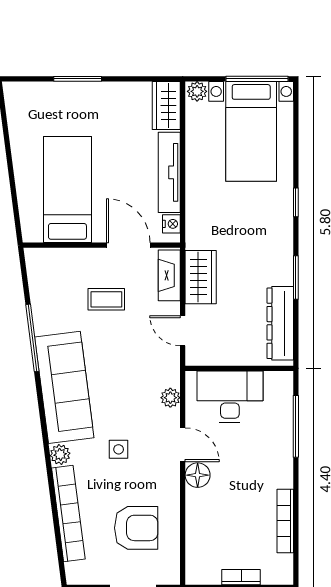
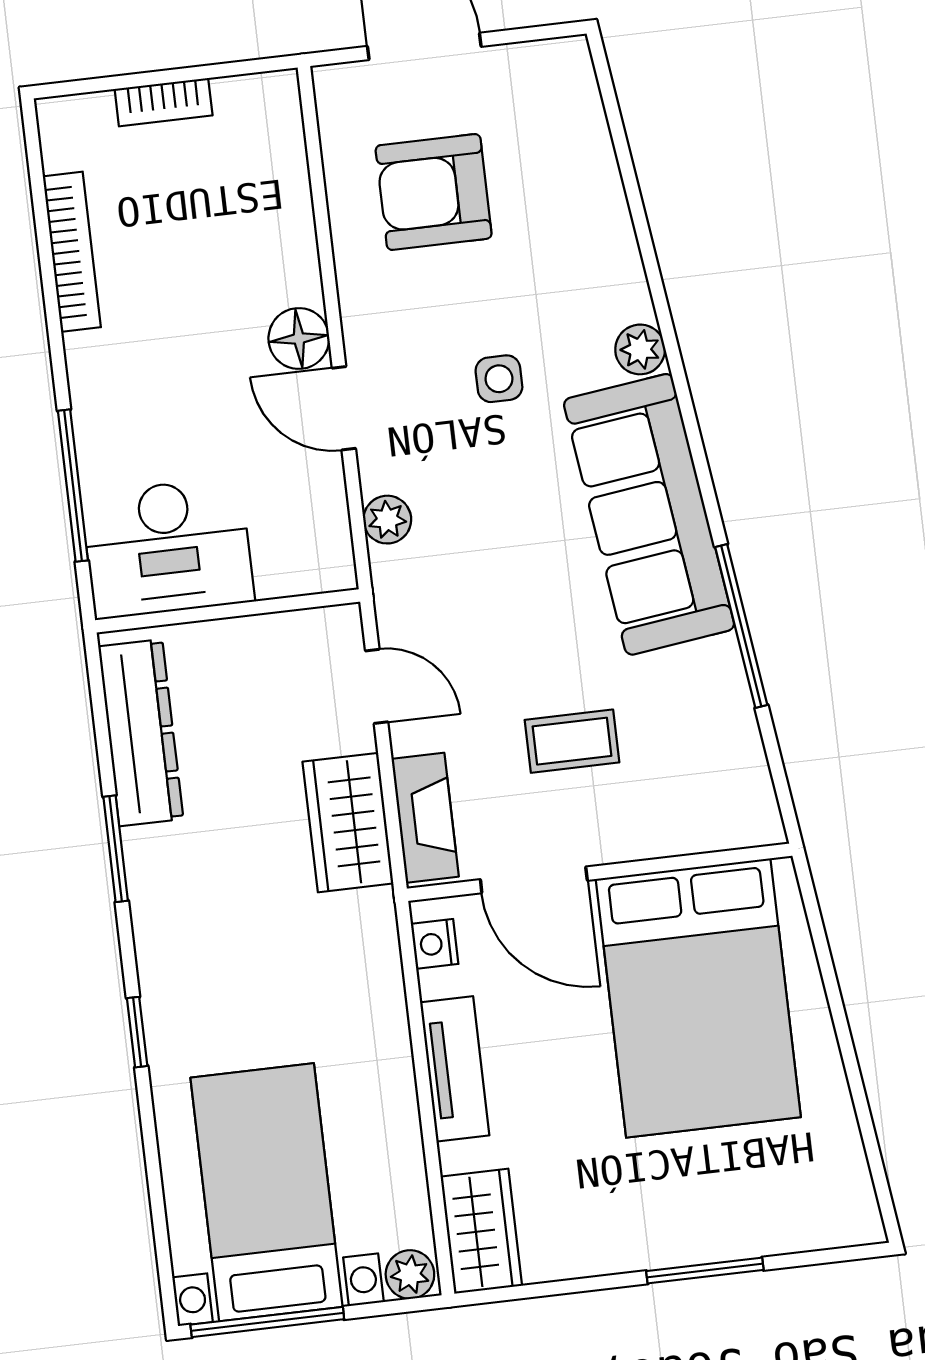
tv unit: (169, 172) -> (455, 1069), width x0.71
bed: (67, 189) -> (698, 998), width x1.50
desk: (230, 397) -> (168, 548), moved
bookcase: (68, 513) -> (603, 208), removed

